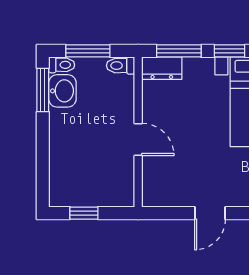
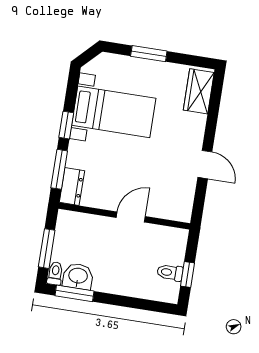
toilet: (120, 66) -> (170, 273), moved, turned 90

